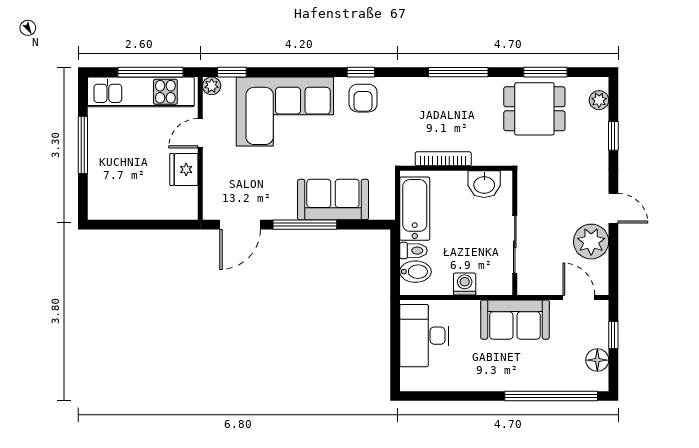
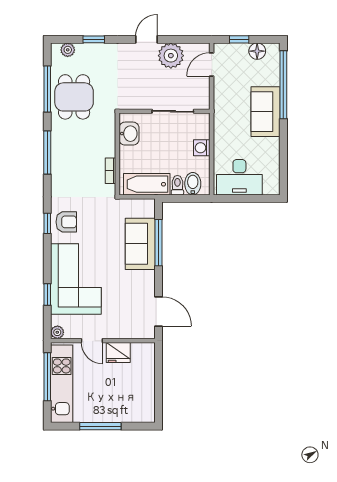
window: (232, 72) -> (47, 294), moved
window: (545, 72) -> (47, 89), width x1.44
bookcase: (443, 159) -> (111, 171), width x0.64
window: (305, 225) -> (159, 243), moved
sofa: (515, 320) -> (266, 112), moved, turned 180

